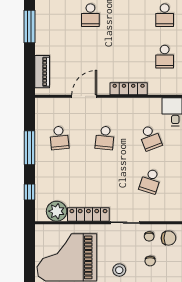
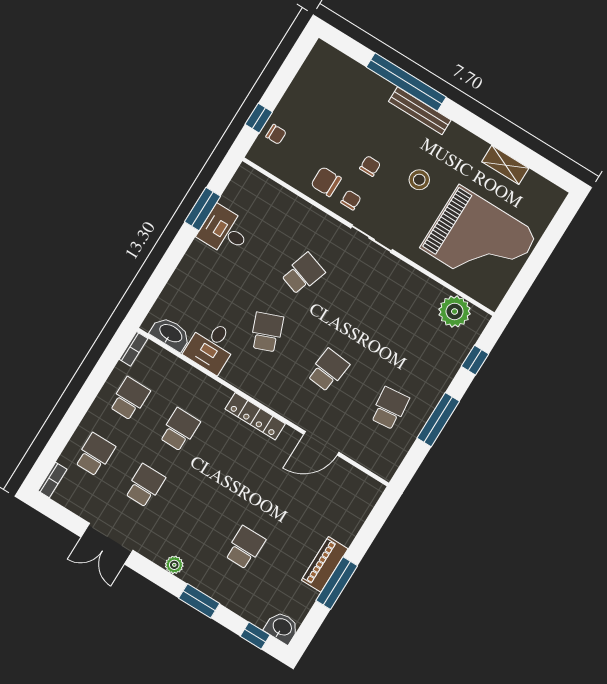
piano: (42, 72) -> (325, 564), moved
locker: (88, 214) -> (414, 280), removed

